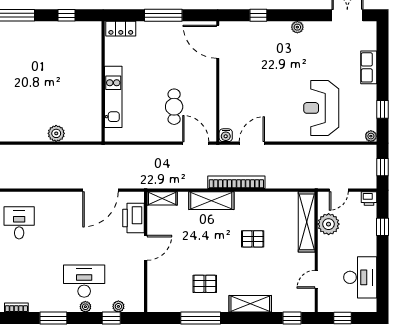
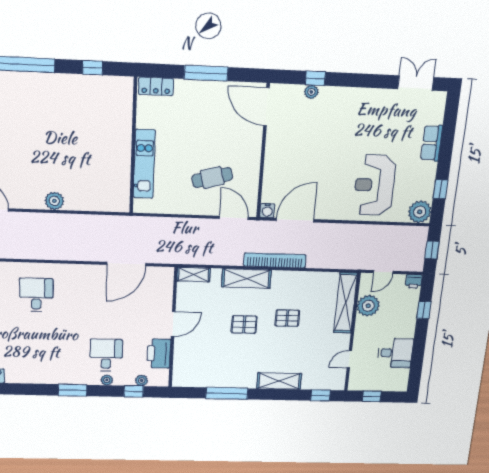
plant: (297, 27) -> (311, 92), moved
cafe table: (174, 107) -> (212, 178), turned 75
plant: (56, 133) -> (54, 201), moved
plant: (371, 136) -> (420, 212), width x1.88, depth x1.88
door: (252, 143) -> (295, 220), width x1.36
printer: (134, 218) -> (159, 353), moved
desk: (360, 277) -> (395, 353), width x0.73
desk: (84, 281) -> (106, 355), width x0.73
pallet: (205, 284) -> (244, 324), moved
bookcase: (16, 308) -> (33, 379), removed

